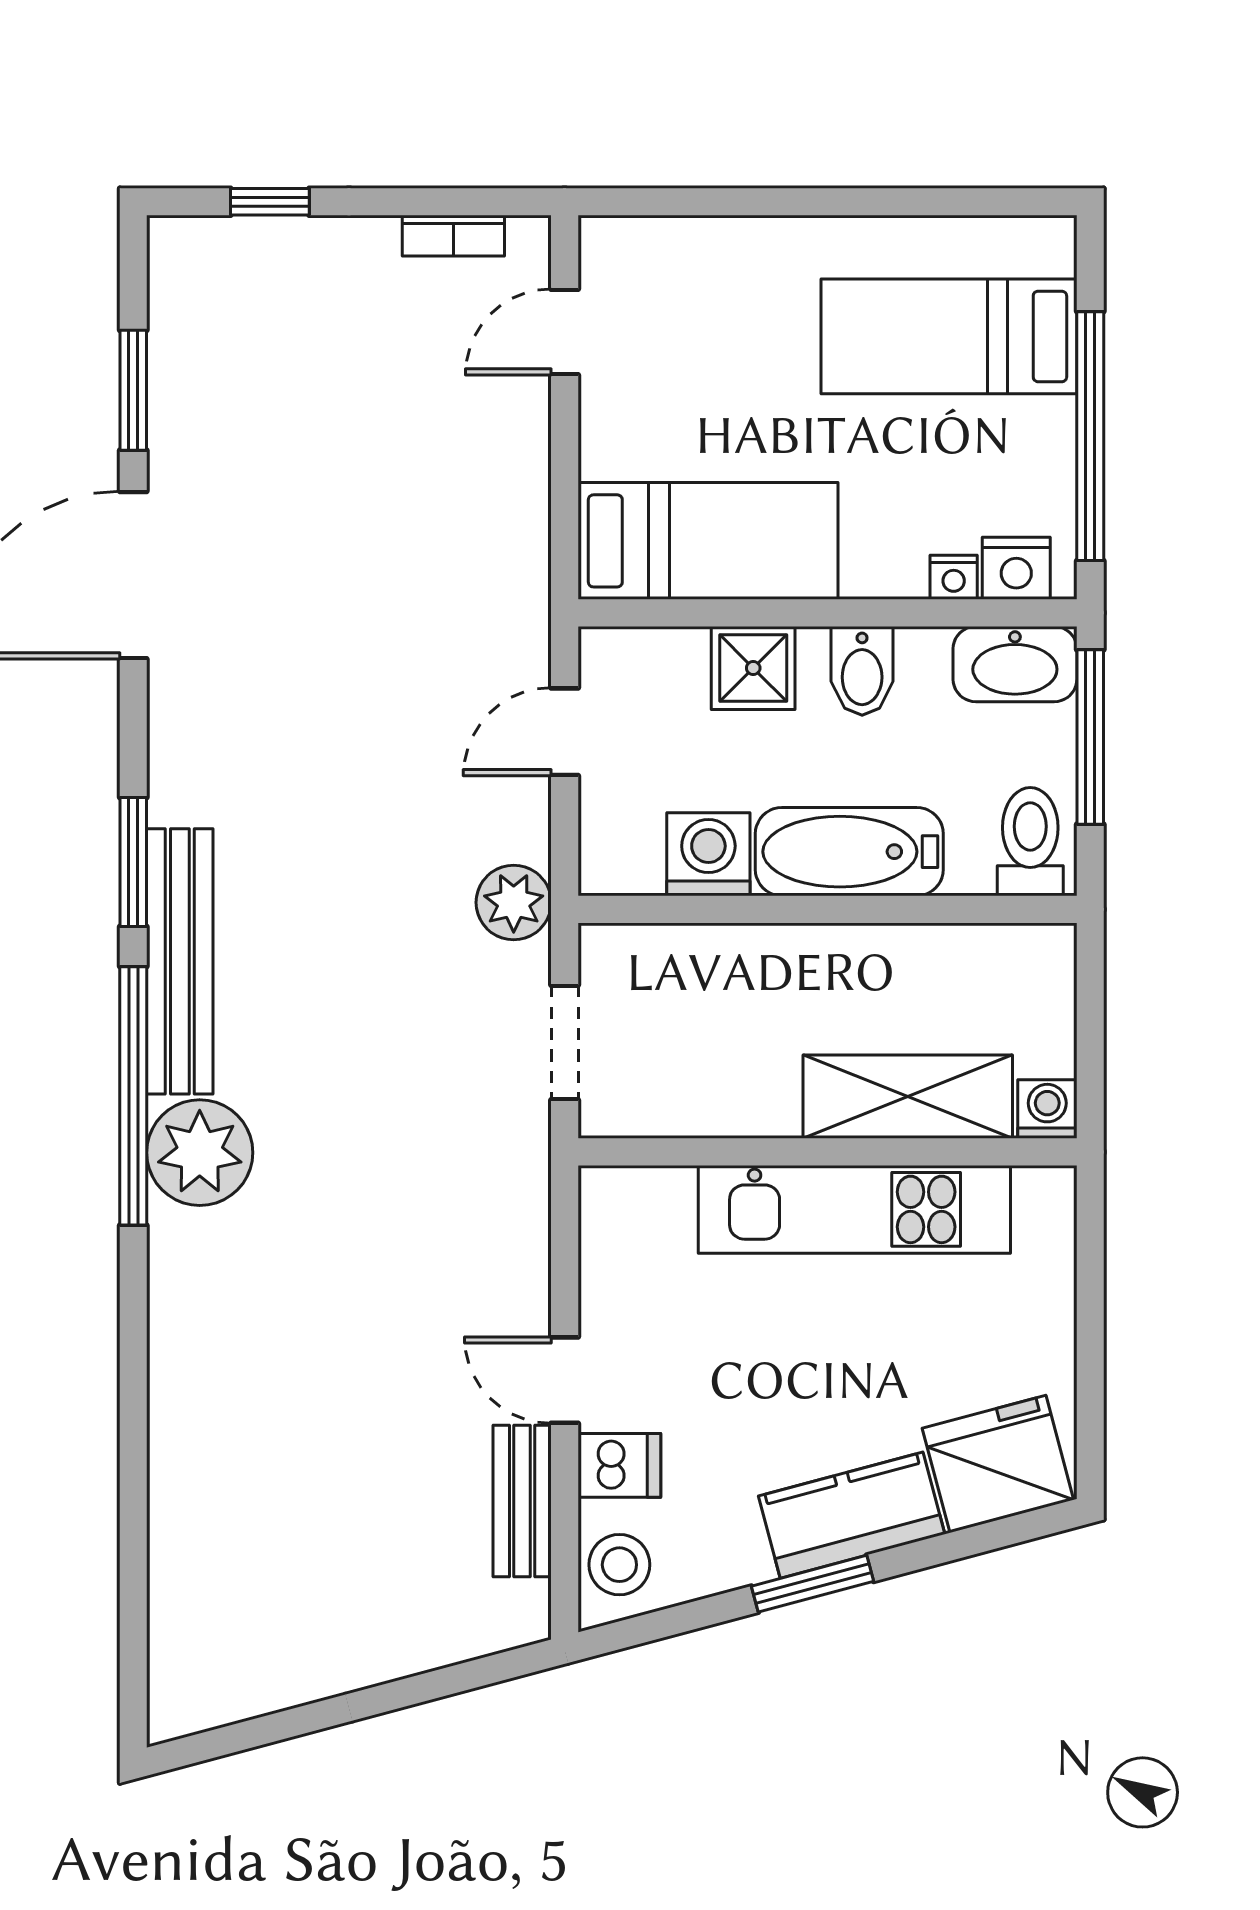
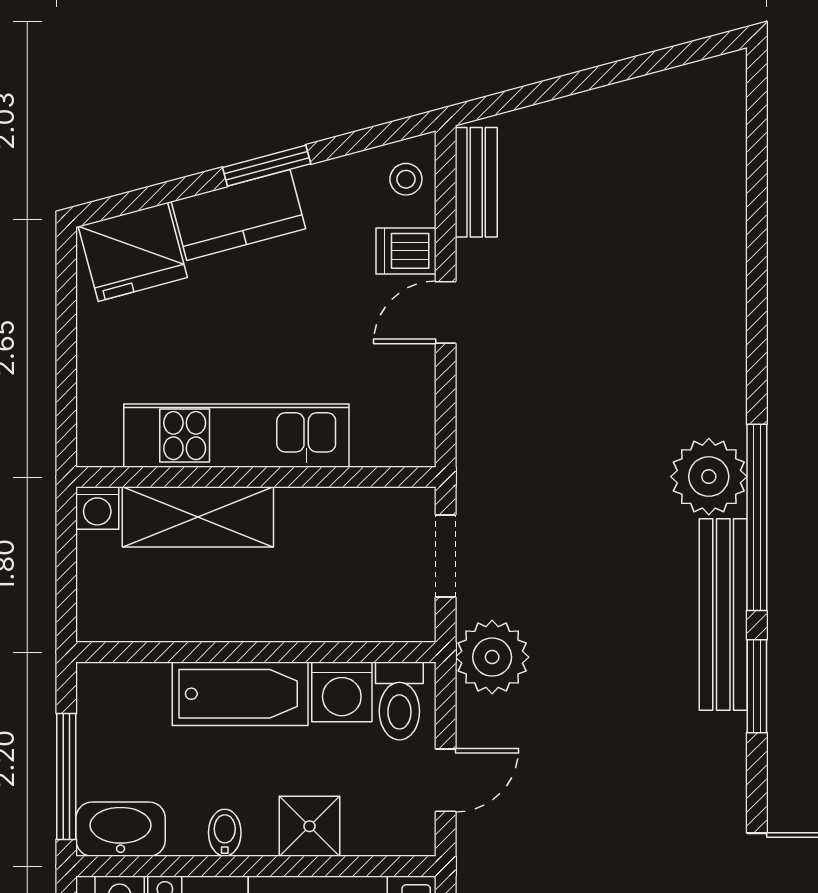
bidet: (862, 671) -> (225, 833), width x0.72, depth x0.74
toilet: (1030, 842) -> (399, 701), moved
plant: (514, 902) -> (492, 657), width x1.36, depth x1.36
door: (565, 1380) -> (446, 312), swing flipped
bench: (522, 1501) -> (476, 182), moved
stool: (619, 1565) -> (406, 179), width x0.73, depth x0.73

